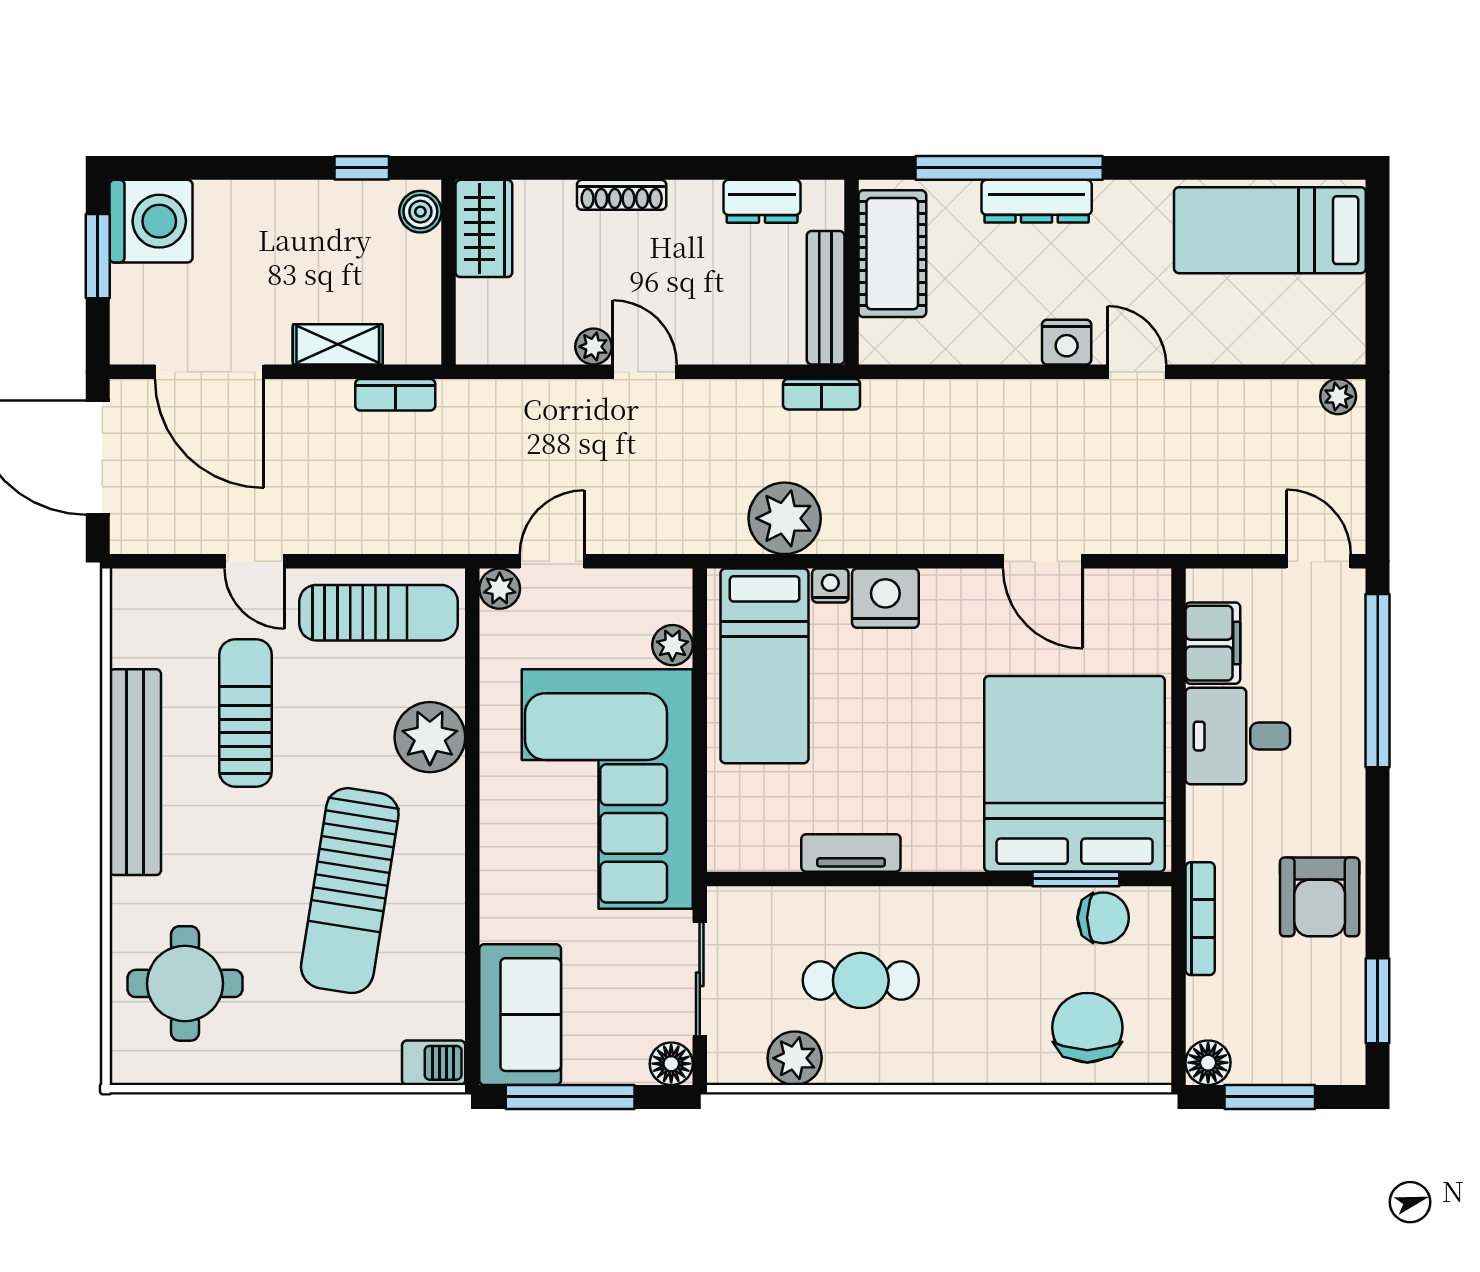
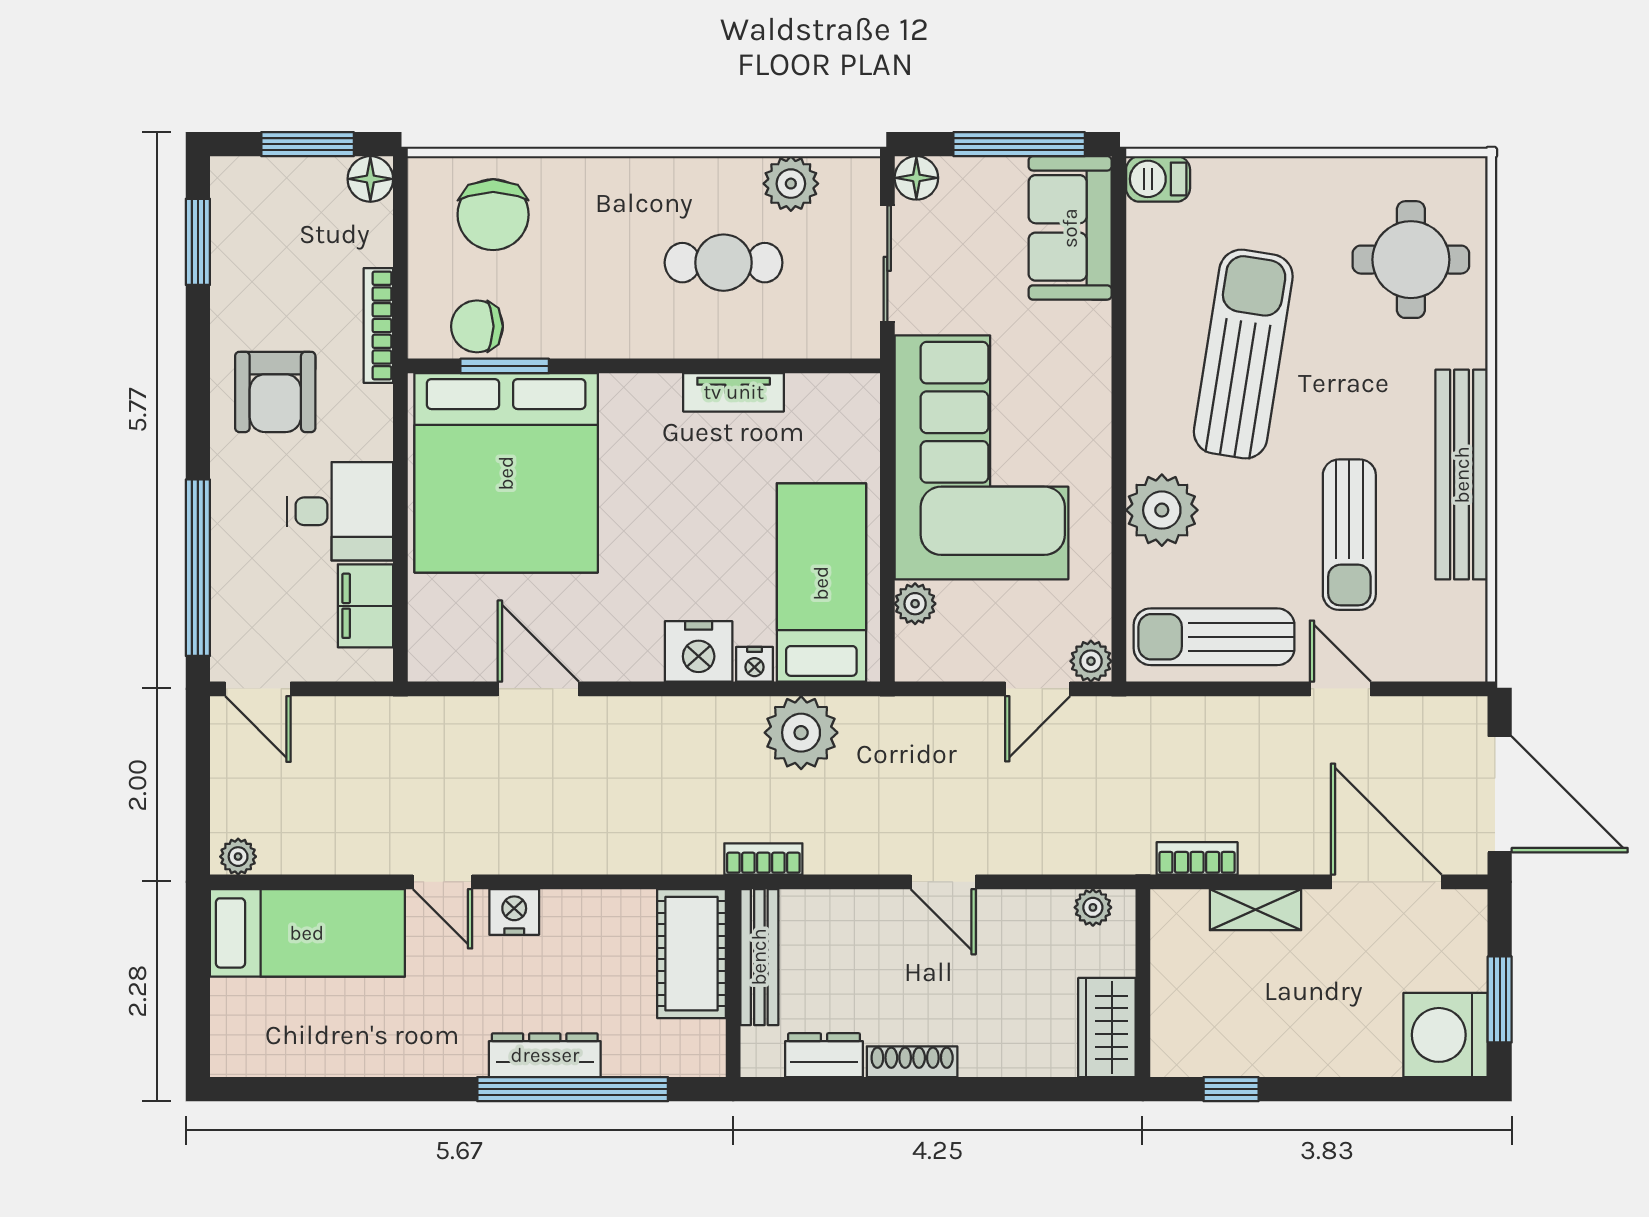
shoe rack: (622, 195) -> (912, 1062), moved
boiler: (420, 212) -> (1171, 1045), removed
bed: (1270, 230) -> (307, 933), moved
cot: (892, 254) -> (692, 954), moved
plant: (593, 347) -> (1093, 907), moved
armchair: (1320, 897) -> (275, 392), moved, turned 180

